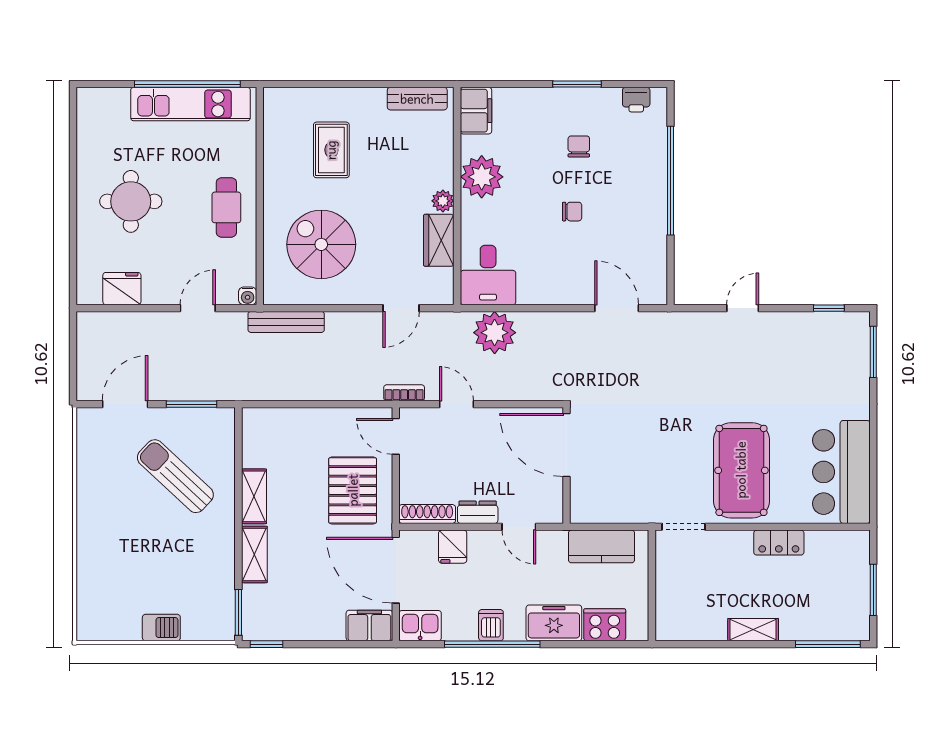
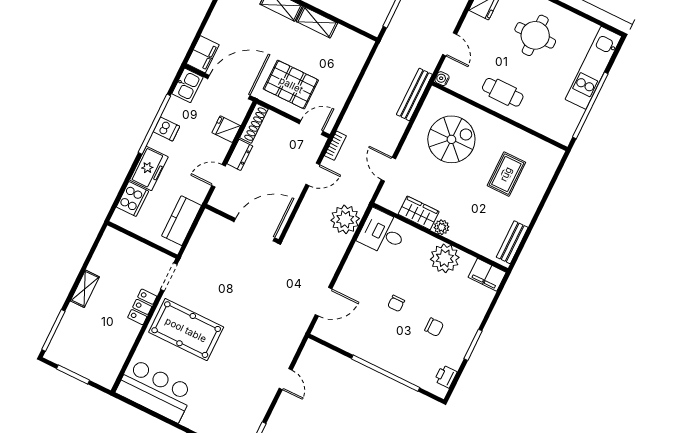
kitchen unit: (190, 104) -> (593, 68), moved
rug: (331, 150) -> (506, 174), turned 90
locker: (779, 543) -> (142, 307), moved

